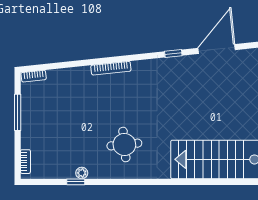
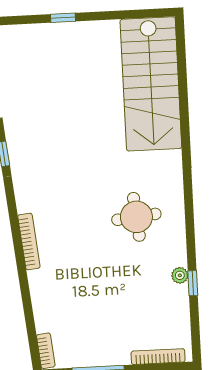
bookcase: (25, 162) -> (158, 357), width x1.56

